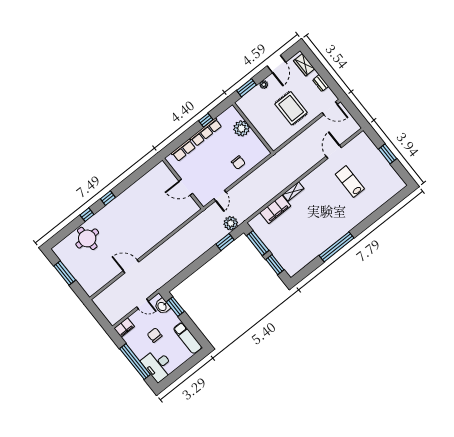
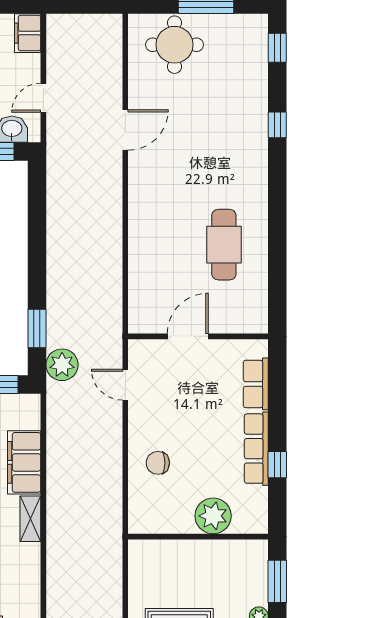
window: (108, 198) -> (277, 48), moved
cafe table: (144, 200) -> (224, 245), added
round table: (87, 238) -> (175, 45), moved

